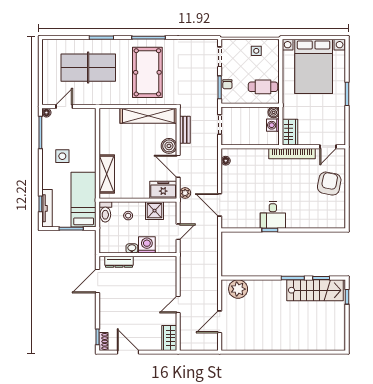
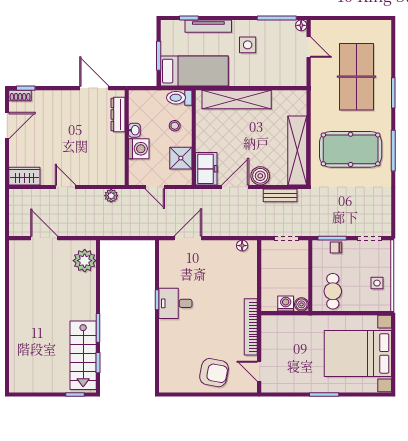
wardrobe: (290, 132) -> (277, 324), removed
shelving: (107, 174) -> (237, 99), width x1.47
plant: (185, 193) -> (111, 196), moved
tv unit: (47, 208) -> (208, 26), moved

